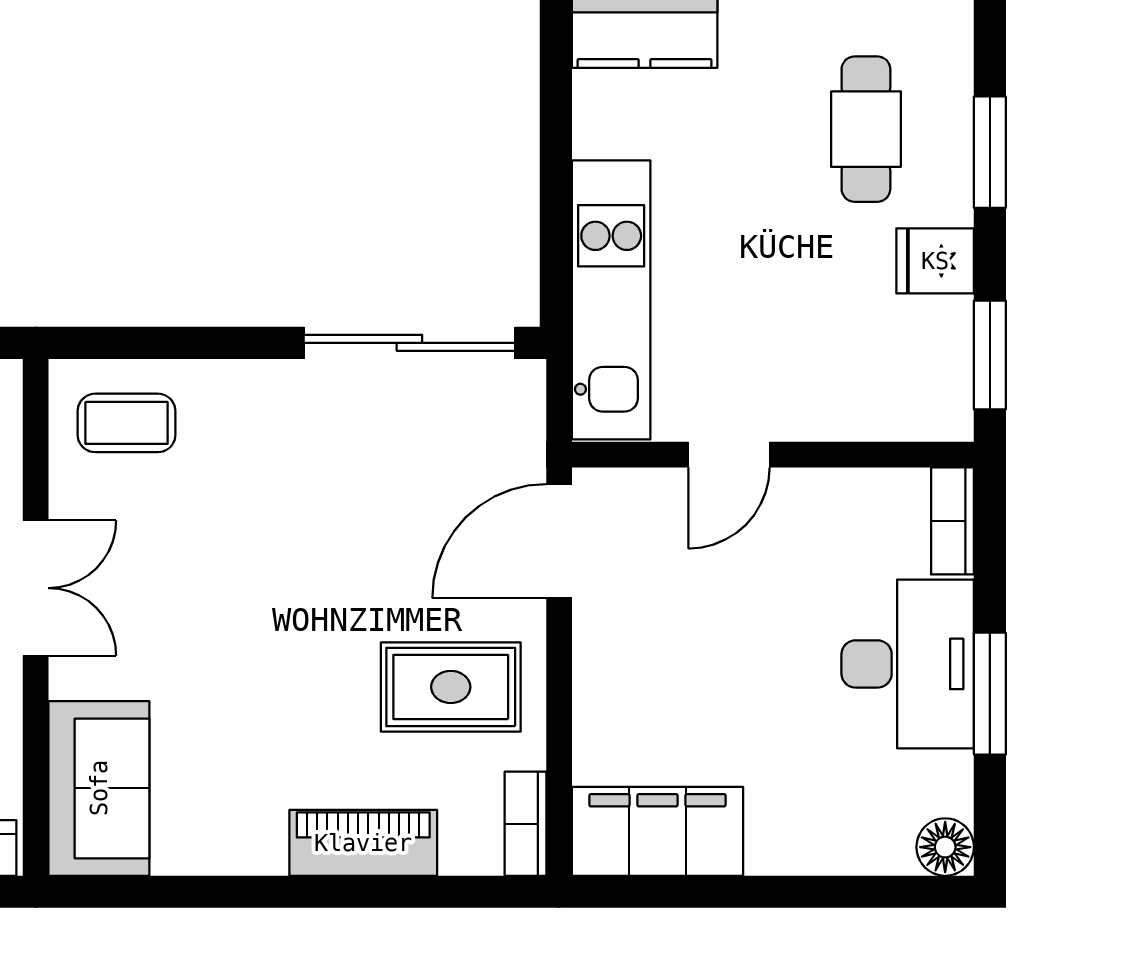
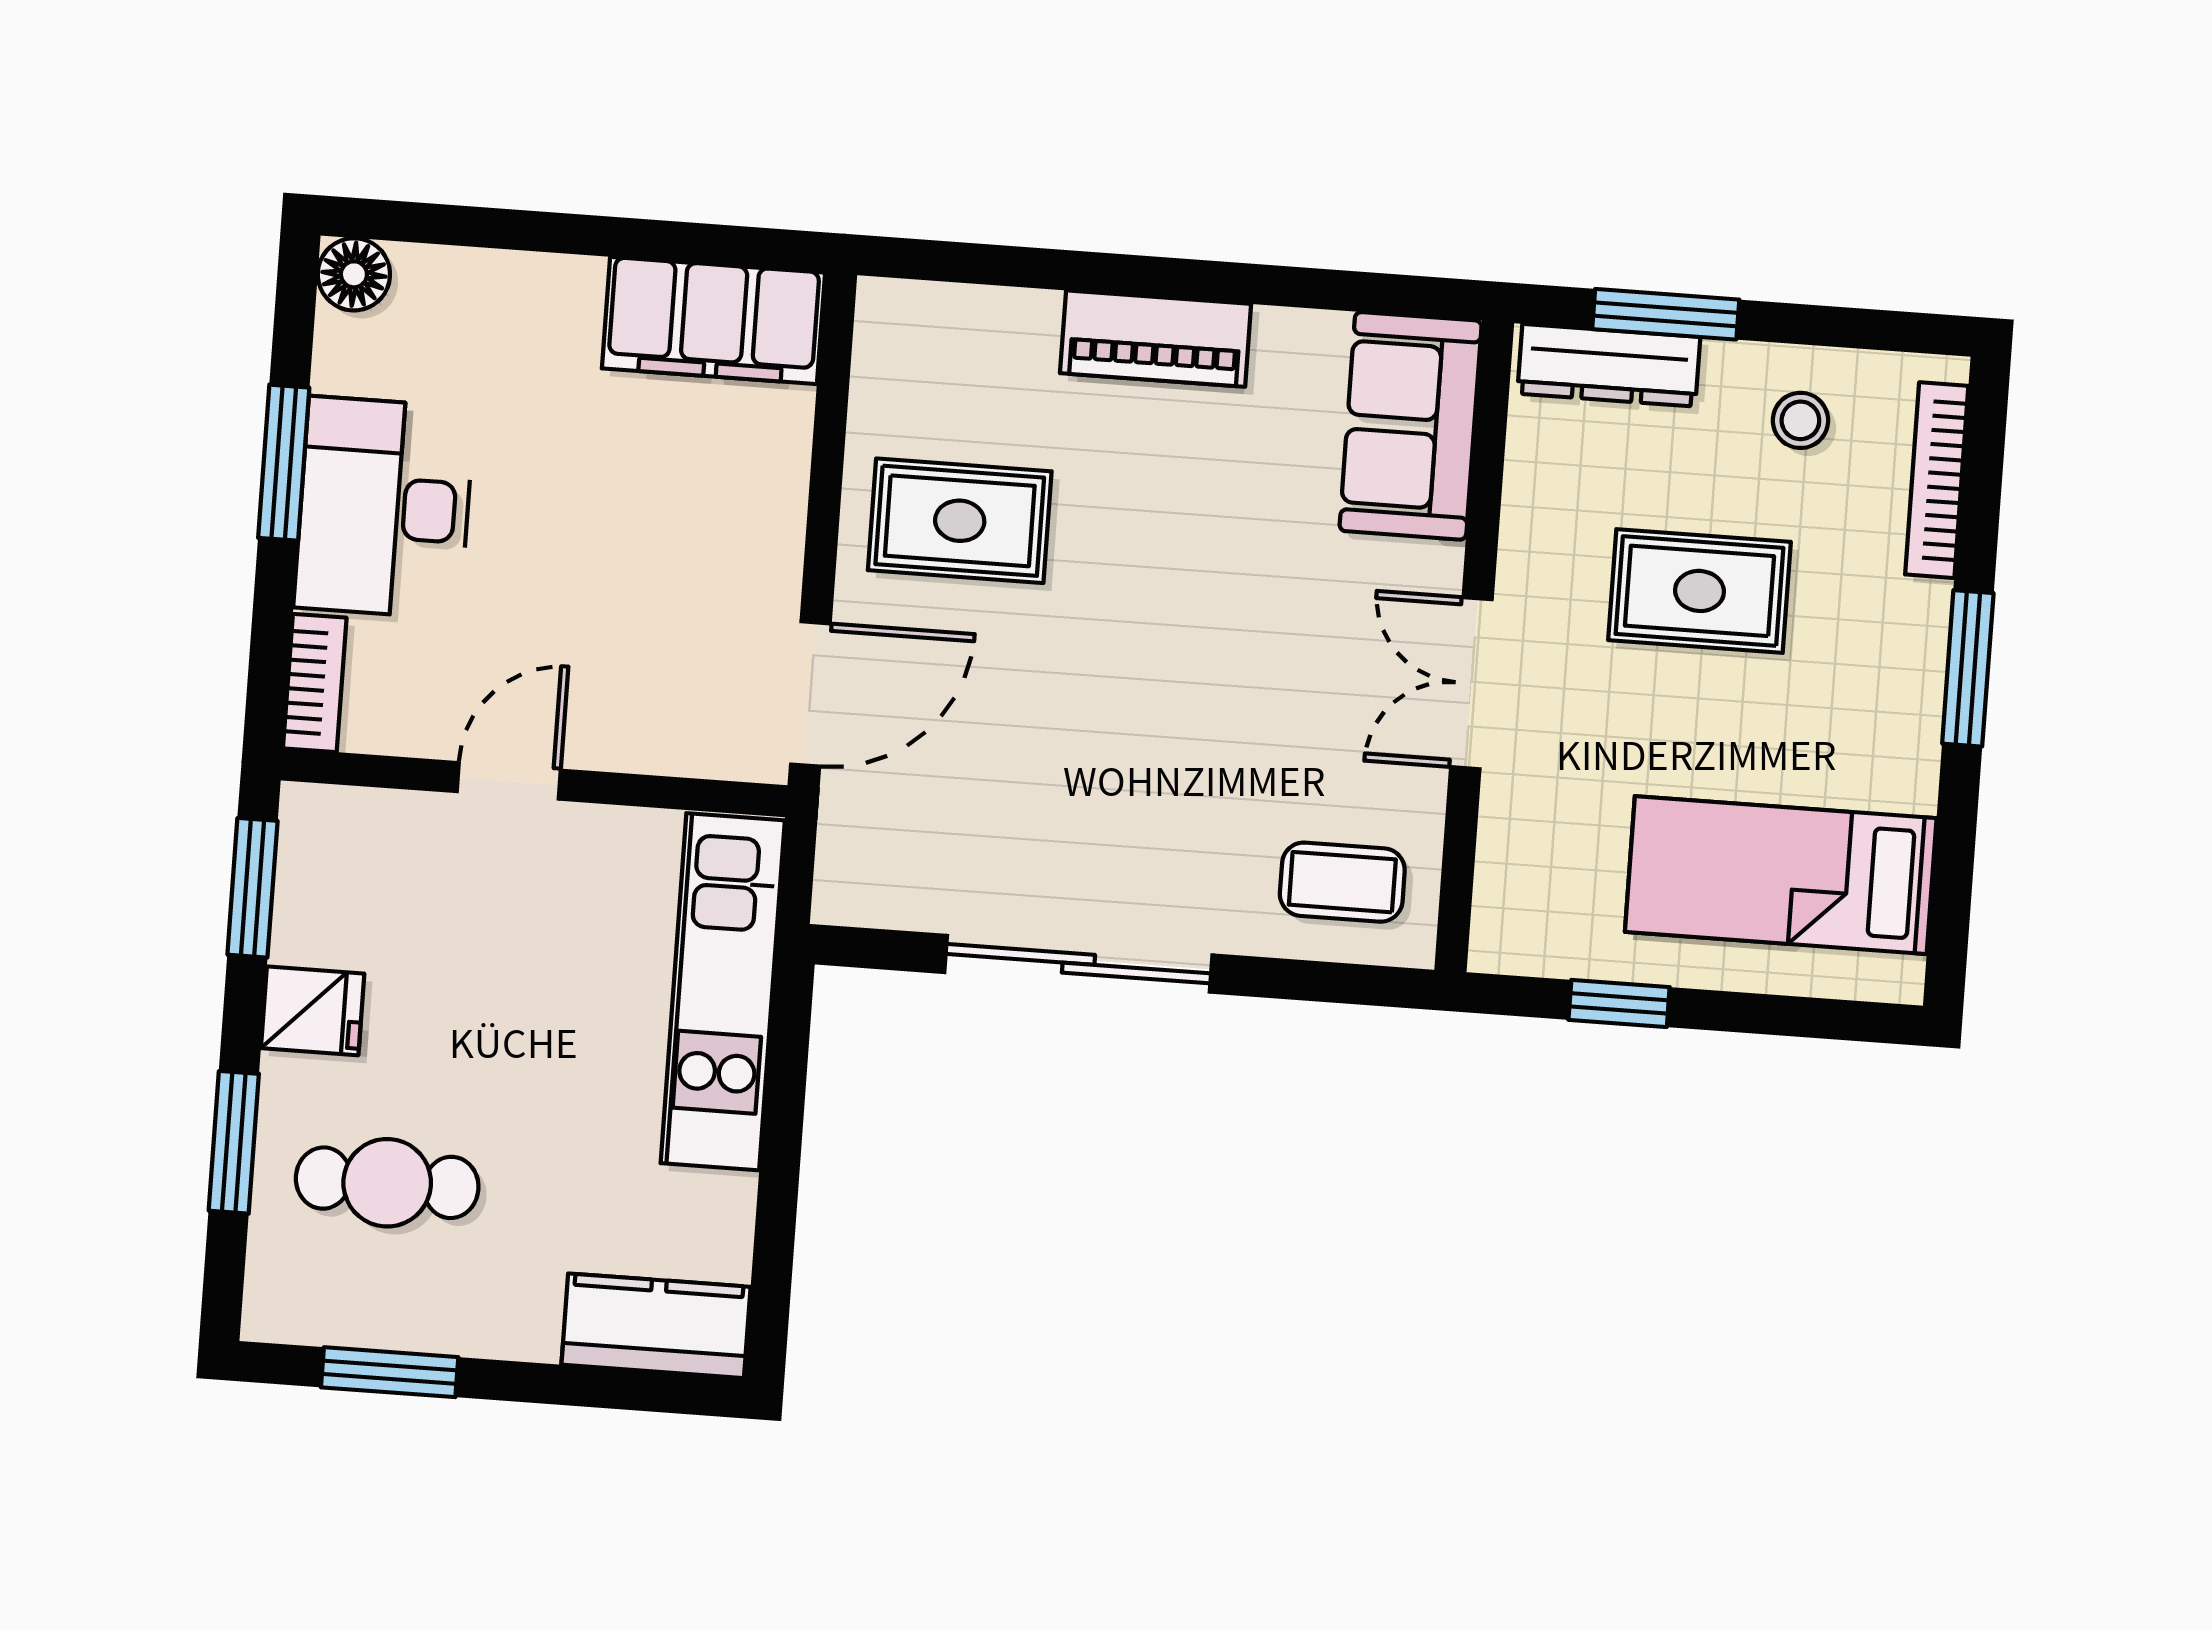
cafe table: (866, 129) -> (387, 1183), turned 90
sliding door: (409, 343) -> (1078, 964), moved
door: (729, 455) -> (509, 781), moved
bookcase: (525, 824) -> (879, 342), removed
piano: (363, 843) -> (1156, 339), moved

